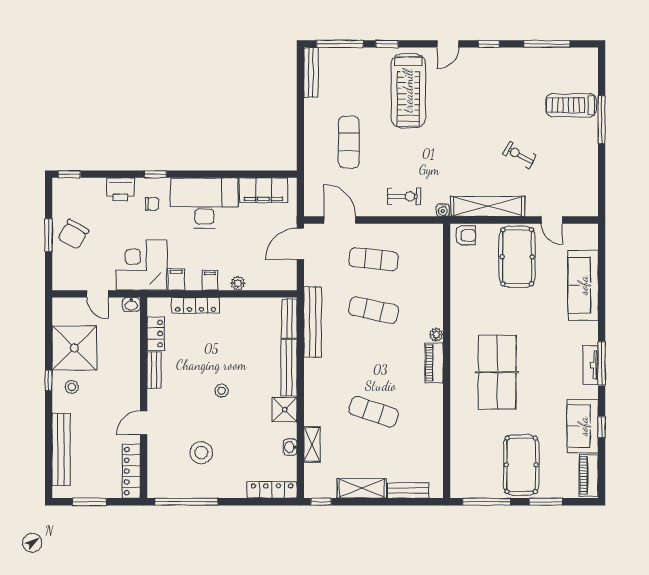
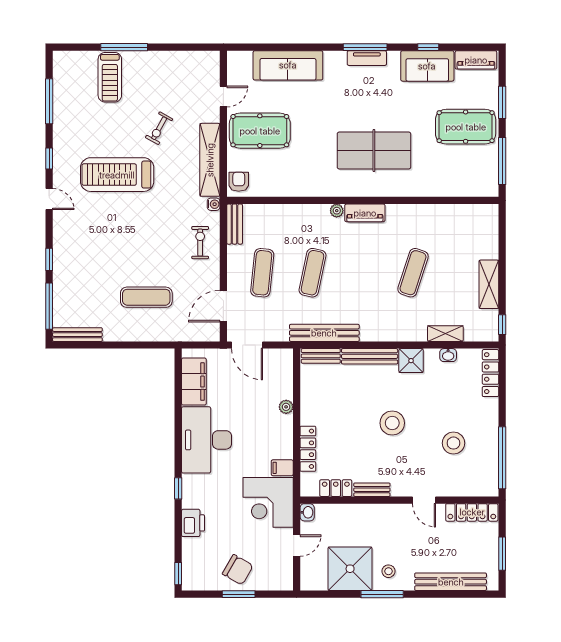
treadmill: (408, 91) -> (117, 175), moved, turned 180
chair: (152, 204) -> (208, 492), removed
filing cabinet: (210, 280) -> (283, 435), removed
window: (49, 380) -> (382, 594), width x2.17
stool: (222, 391) -> (392, 423), width x1.89, depth x1.89
bench: (408, 490) -> (235, 224), moved

